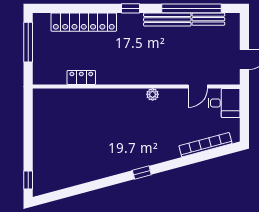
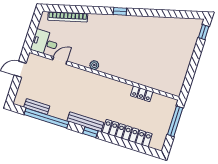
bench: (167, 20) -> (85, 122), moved
window: (28, 42) -> (175, 121), moved

